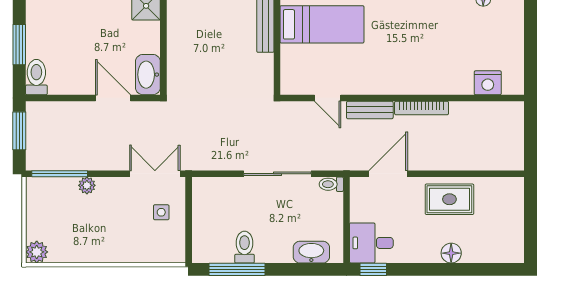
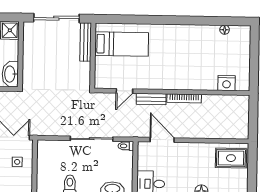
door: (328, 98) -> (124, 91), hinge flipped
door: (388, 174) -> (162, 140), hinge flipped
rug: (449, 199) -> (231, 158), moved

